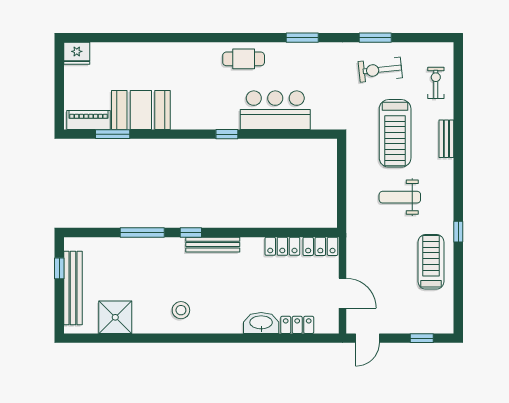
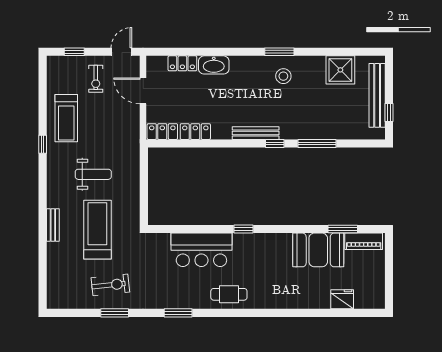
fridge: (77, 53) -> (342, 299), moved
exercise bike: (436, 83) -> (96, 79), moved
window: (186, 338) -> (279, 52), added

